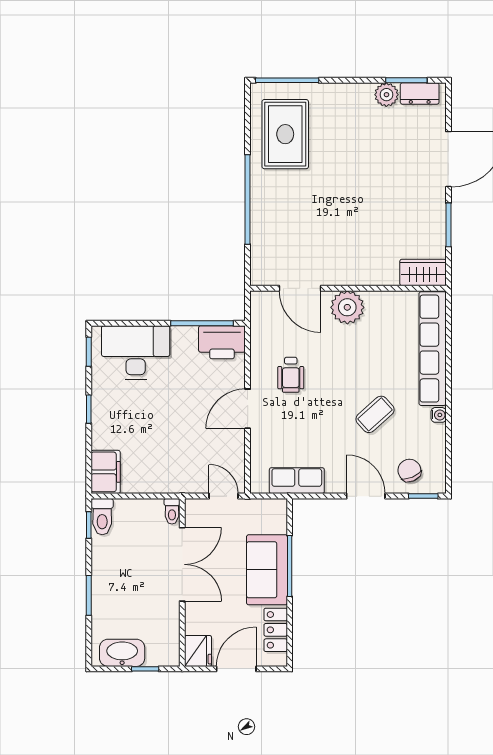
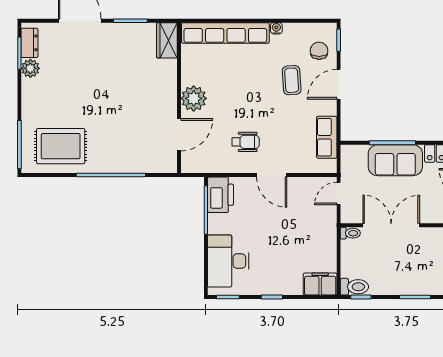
coffee table: (375, 414) -> (292, 80), moved, turned 38
chair: (409, 470) -> (319, 51), turned 113

